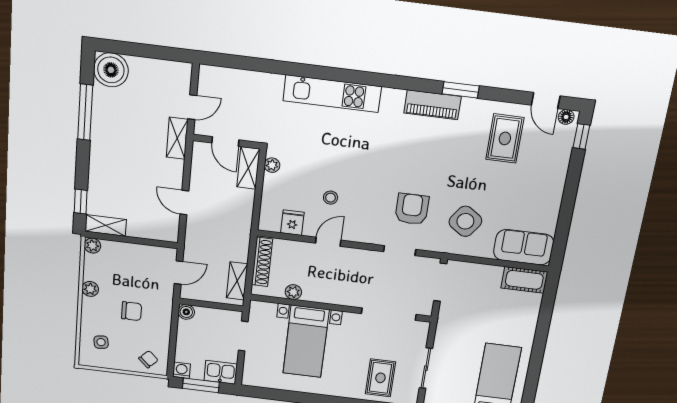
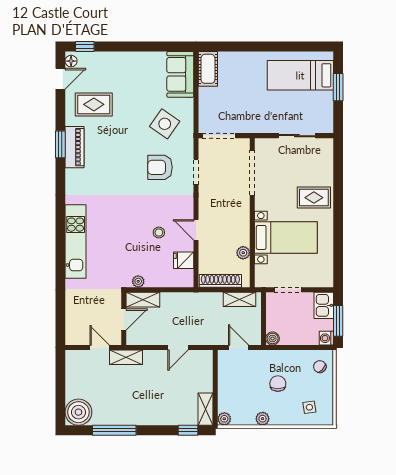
piano: (432, 105) -> (74, 147), moved
rug: (380, 378) -> (314, 198), moved

